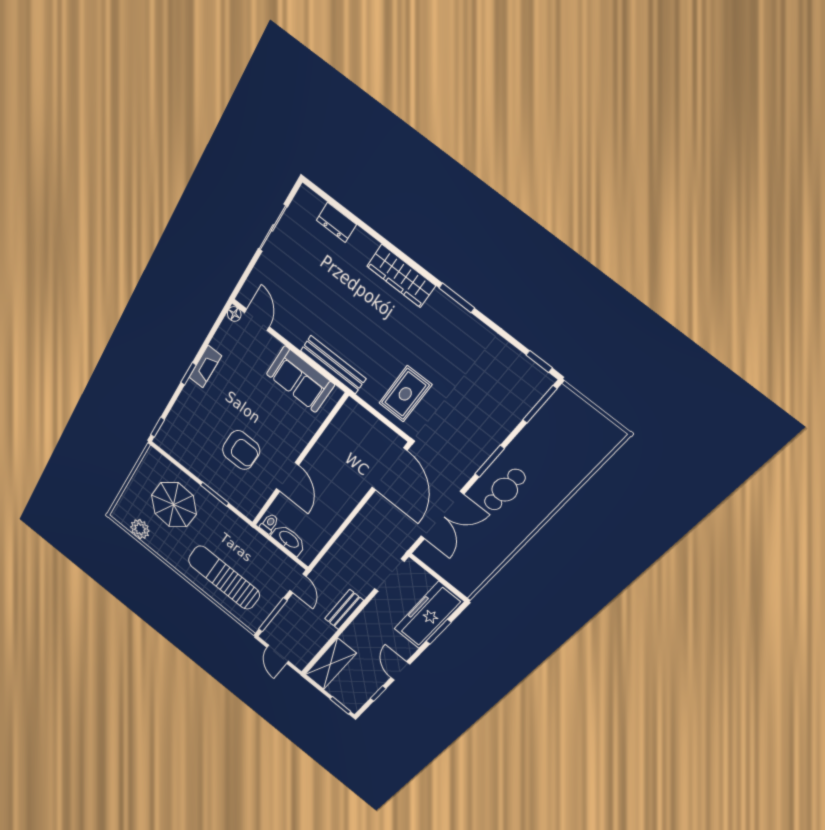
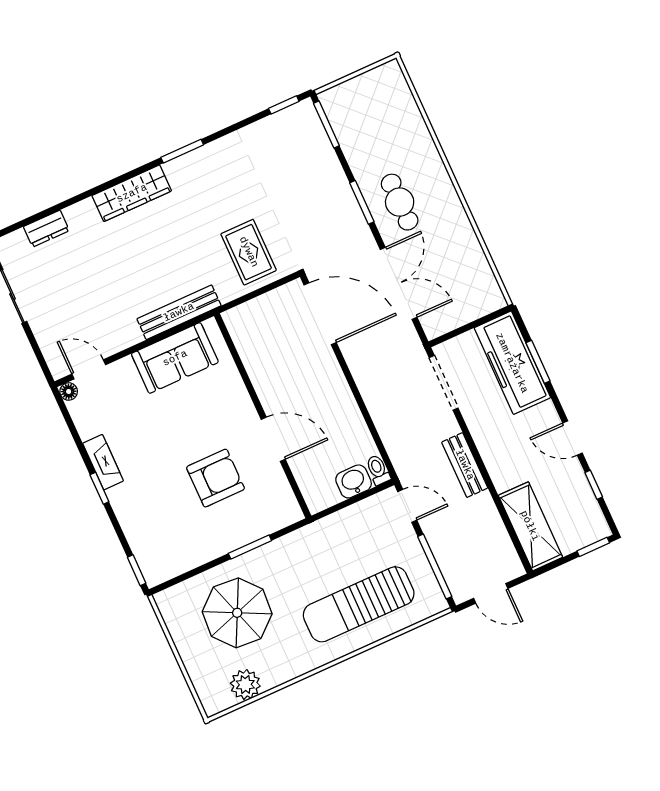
toilet: (269, 524) -> (378, 470), moved
washbasin: (289, 540) -> (354, 481), width x0.72

